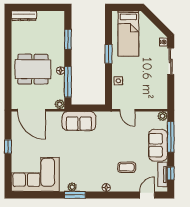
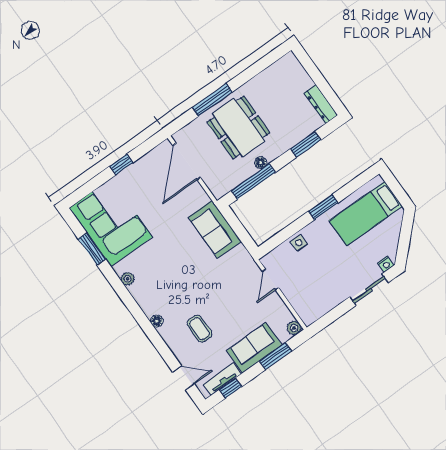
dresser: (24, 16) -> (321, 104), moved
window: (8, 73) -> (212, 100), added
plant: (60, 104) -> (219, 191), removed
window: (171, 137) -> (276, 356), width x0.69
window: (75, 195) -> (92, 249), moved

